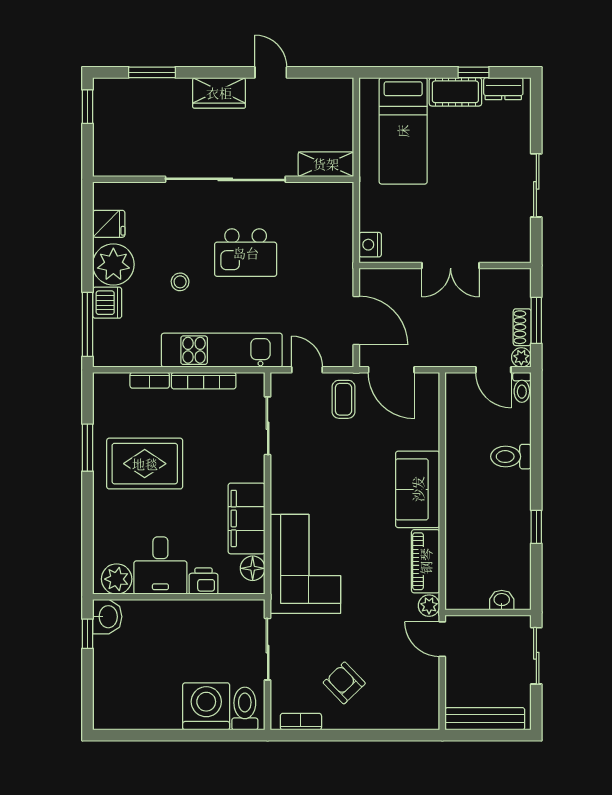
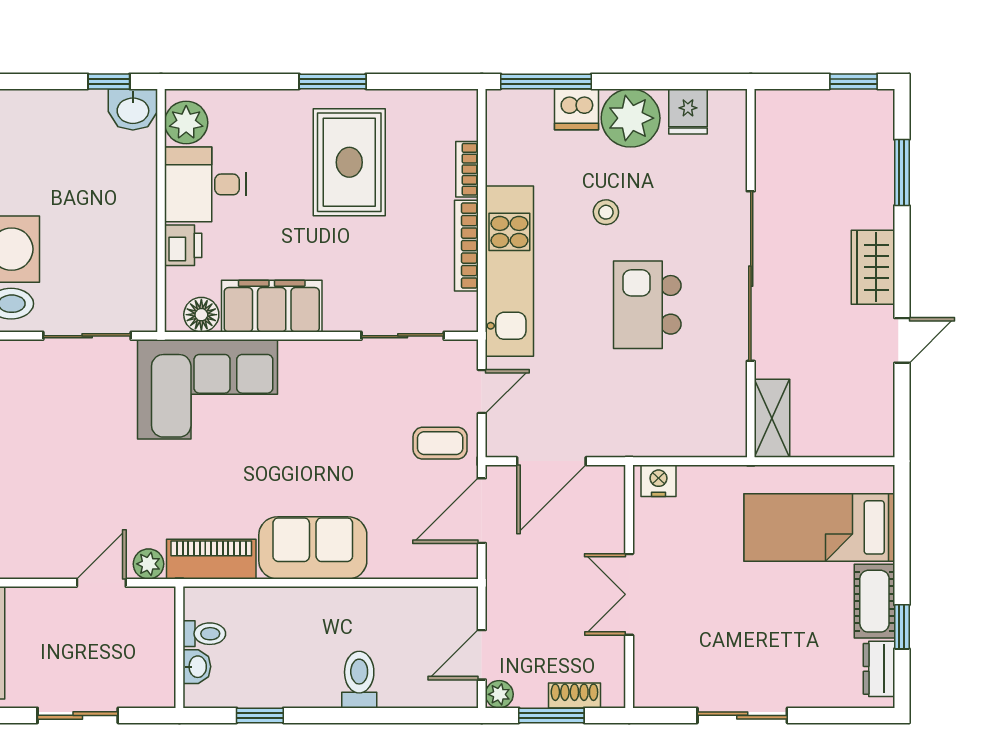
shoe rack: (522, 327) -> (574, 695), moved
toilet: (522, 387) -> (204, 634), moved, turned 180
window: (87, 448) -> (333, 81), moved
washbasin: (502, 600) -> (197, 667), moved
wall: (488, 612) -> (179, 647), moved
armchair: (344, 683) -> (39, 444), removed

